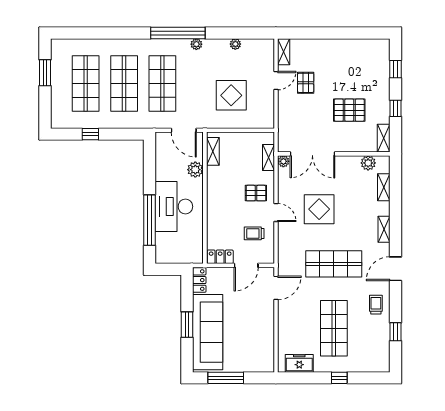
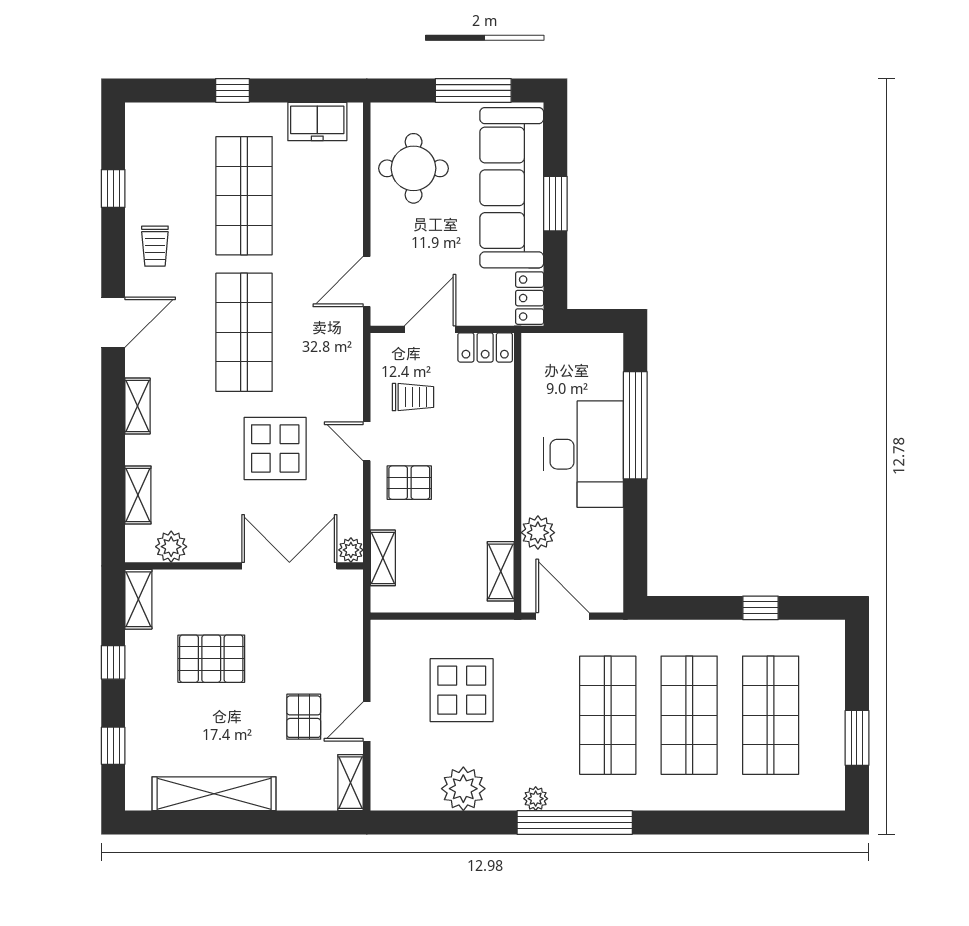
plant: (235, 44) -> (463, 789), width x1.88, depth x1.88
shelving: (348, 46) -> (214, 794), added
shop shelf: (334, 264) -> (244, 332), turned 90
round table: (254, 341) -> (414, 168), added

